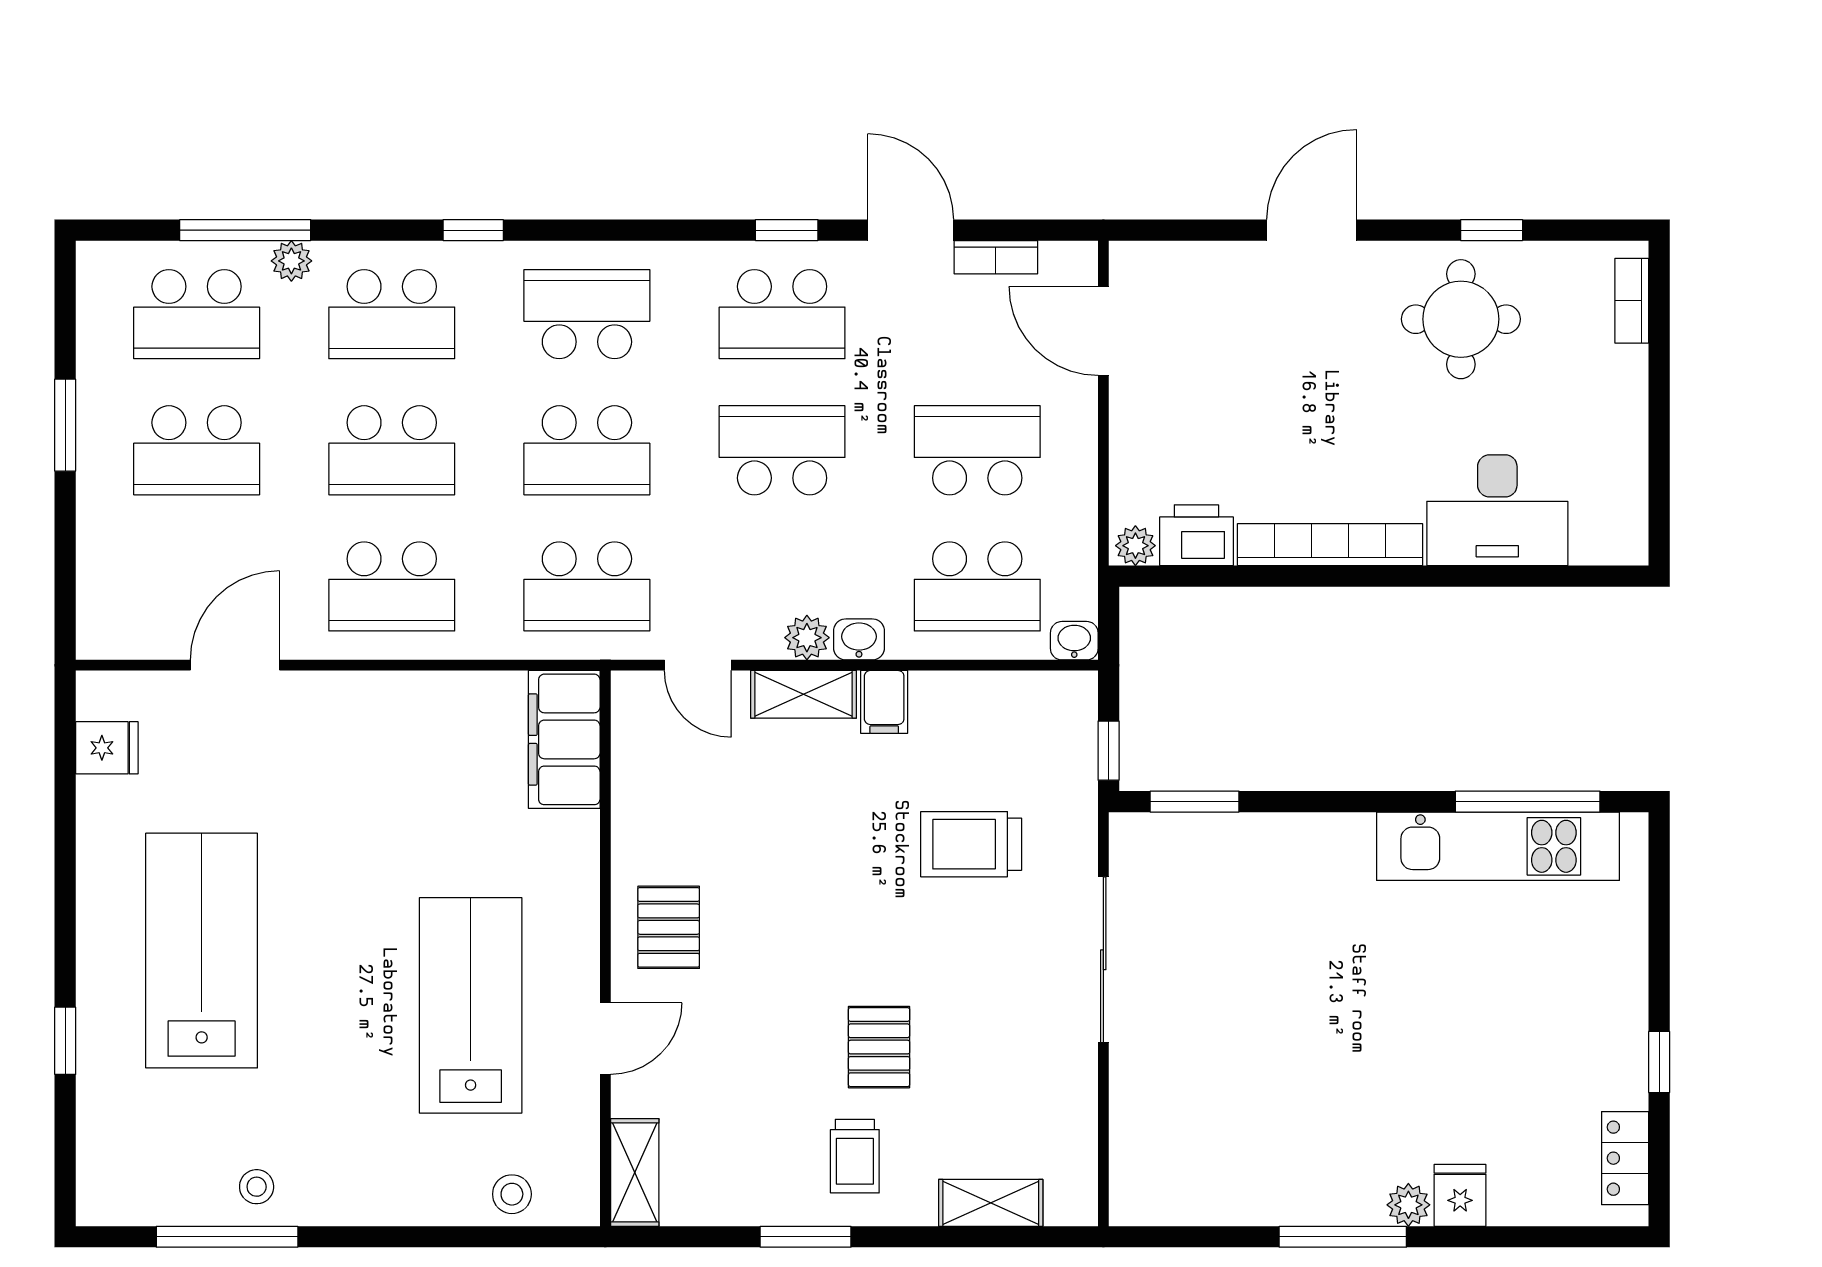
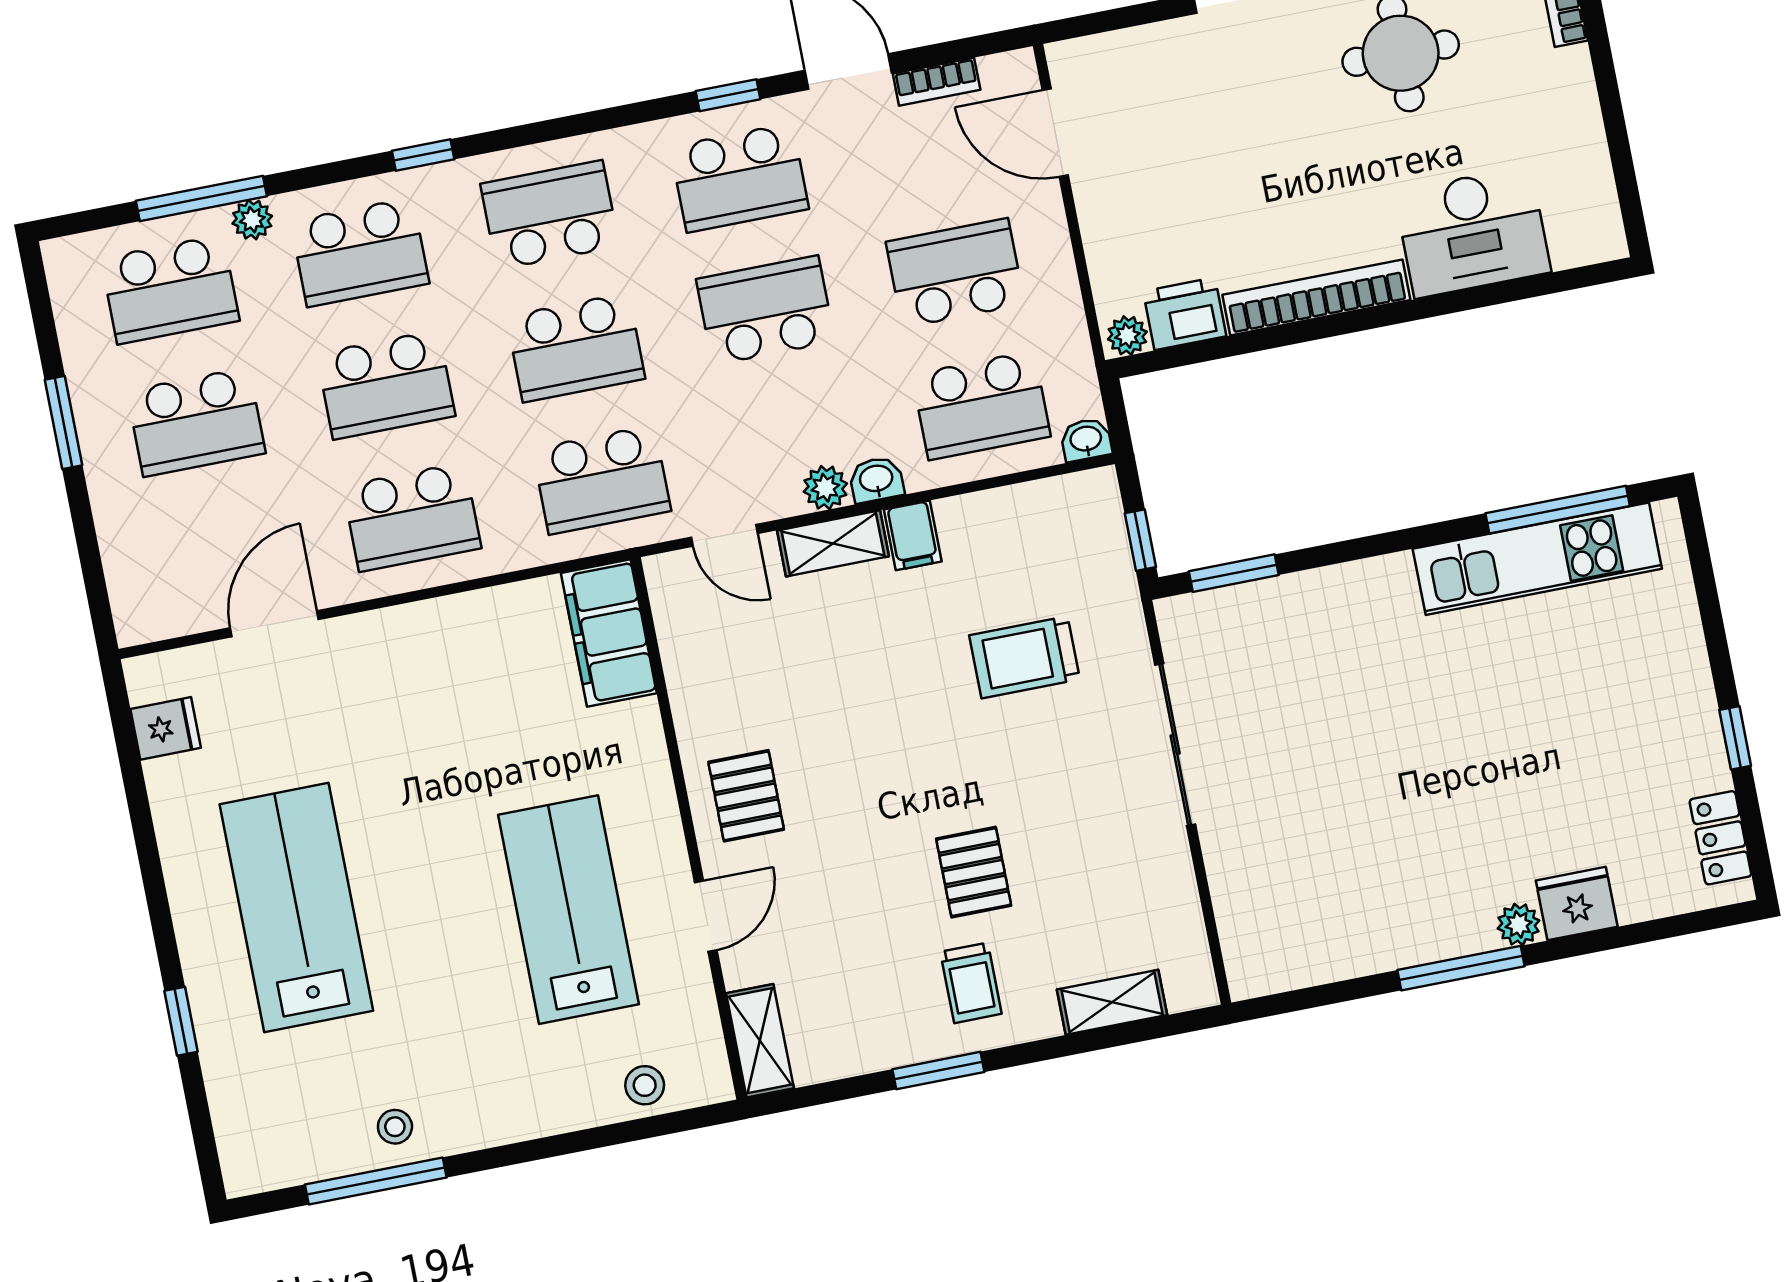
fridge: (1460, 1195) -> (1577, 904), width x1.38

